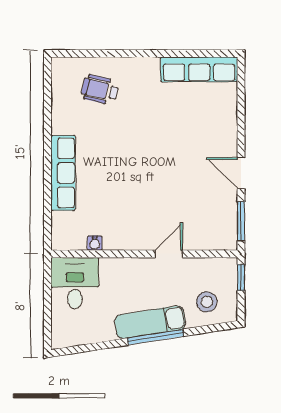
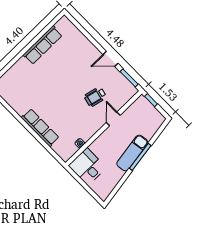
row of seats: (199, 69) -> (43, 45), moved
wheelchair: (100, 90) -> (95, 97), moved
stool: (207, 302) -> (147, 123), removed

